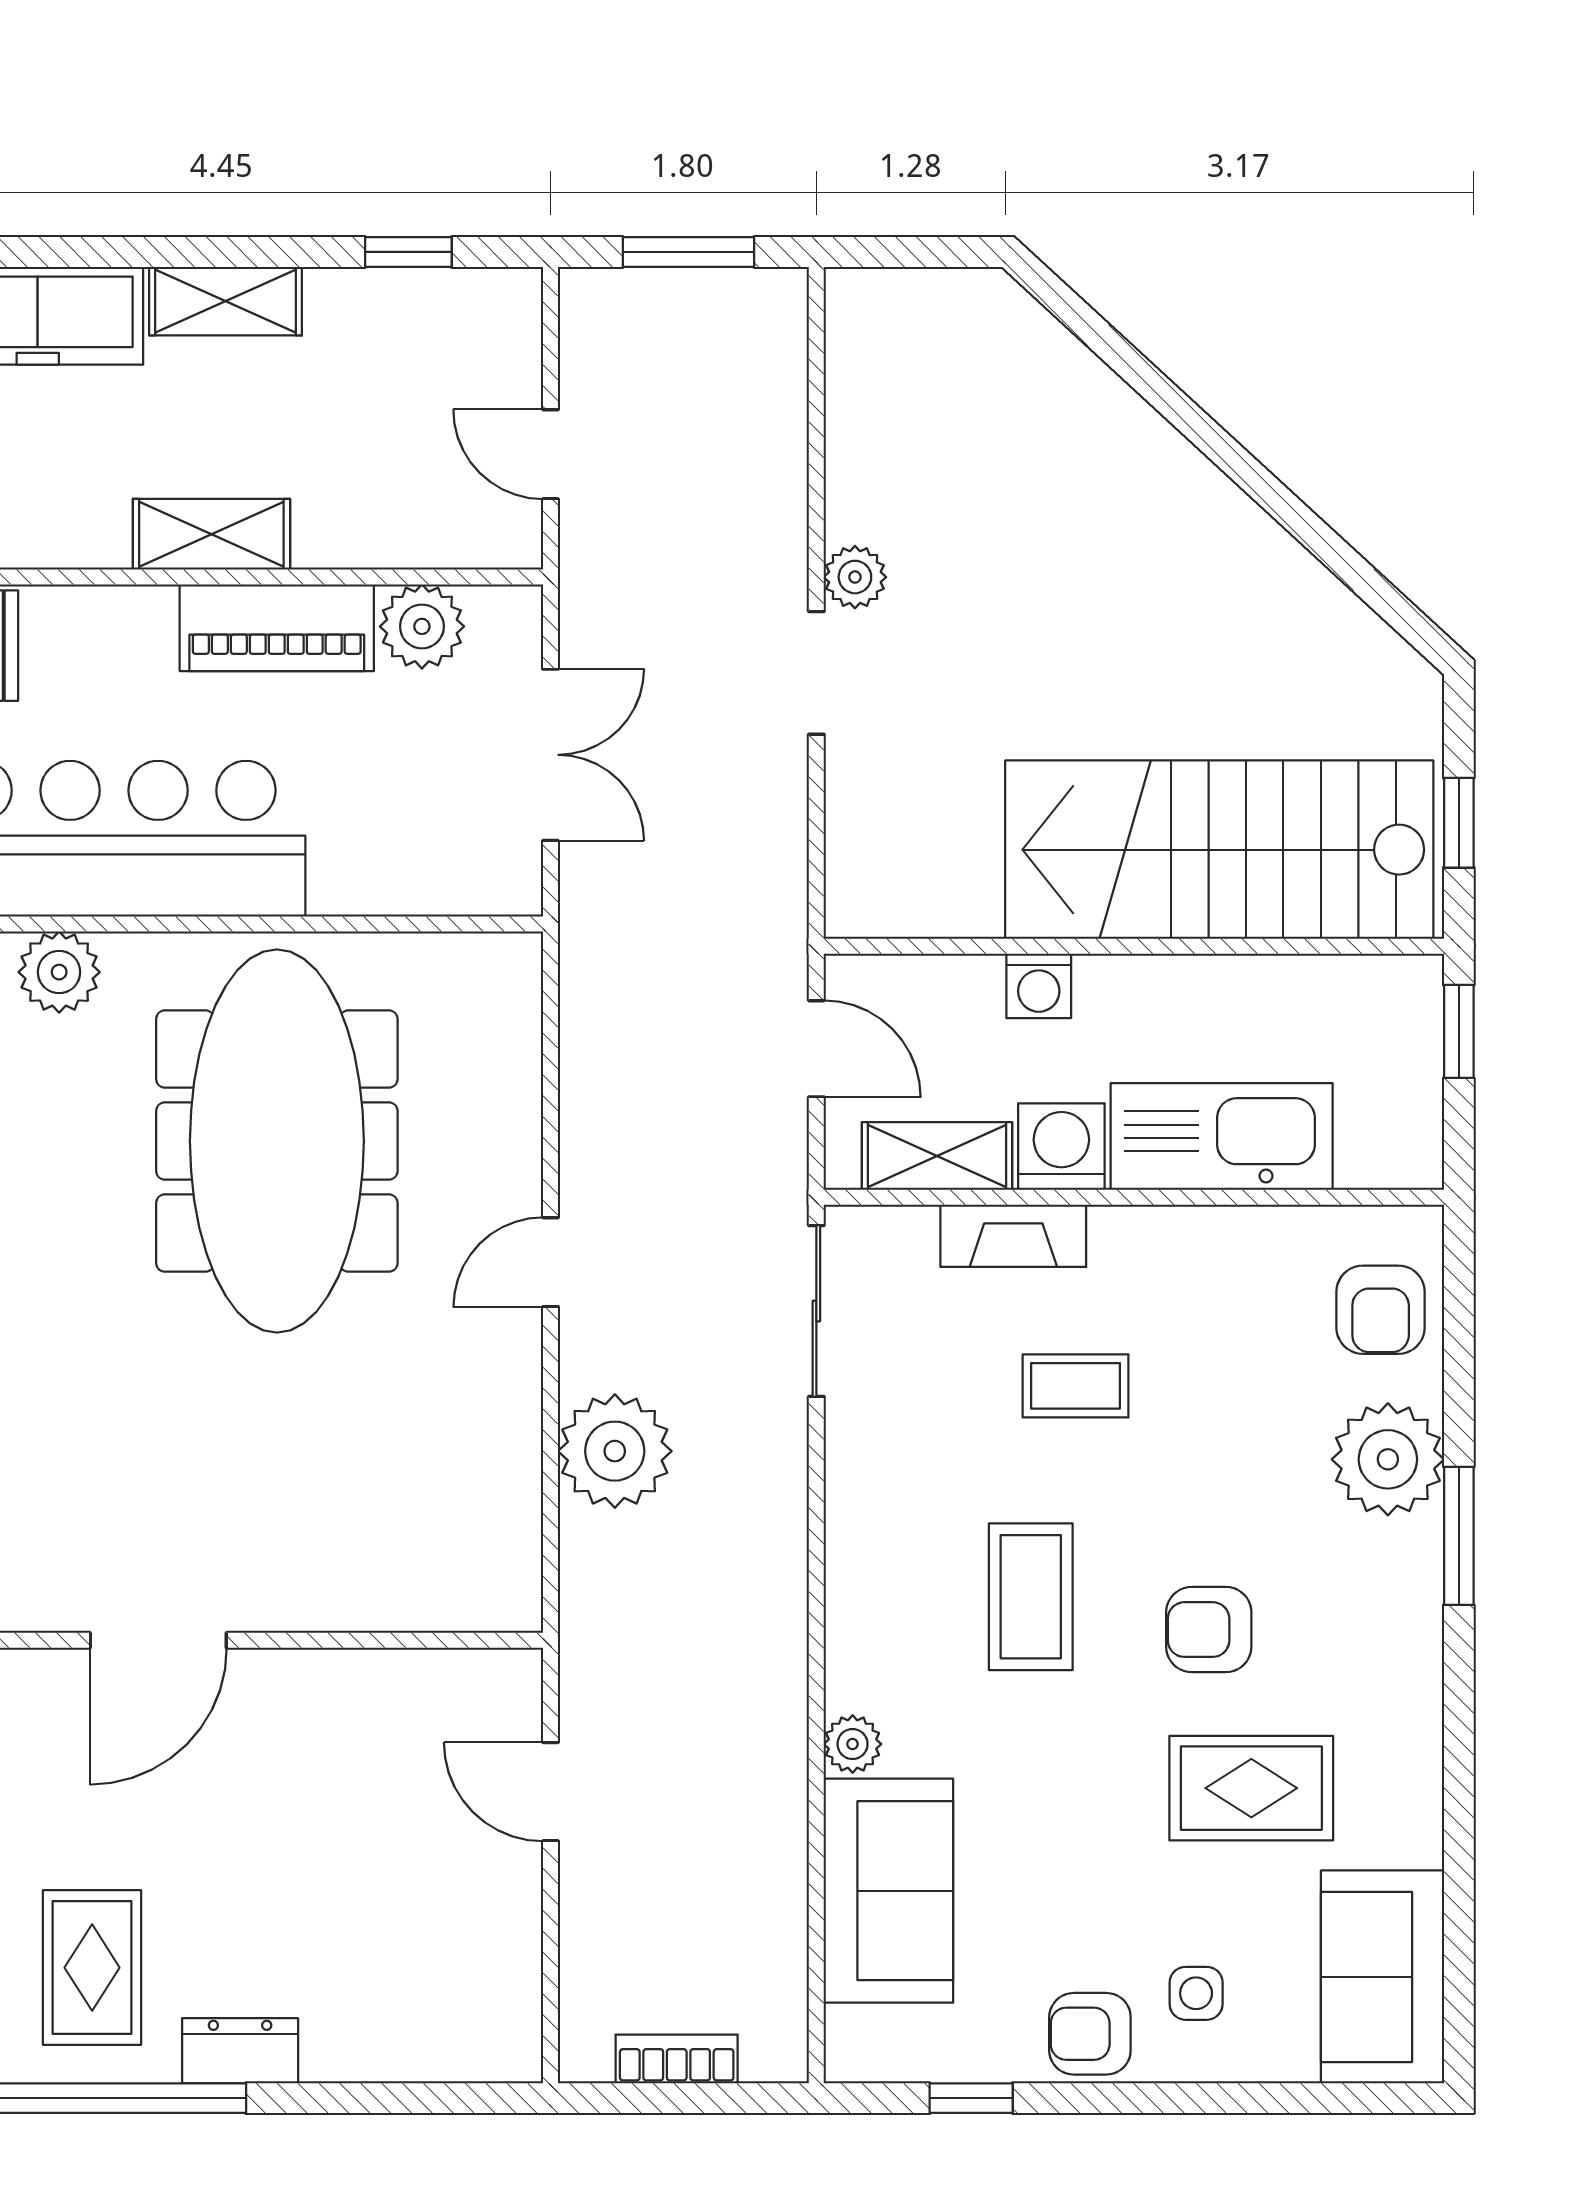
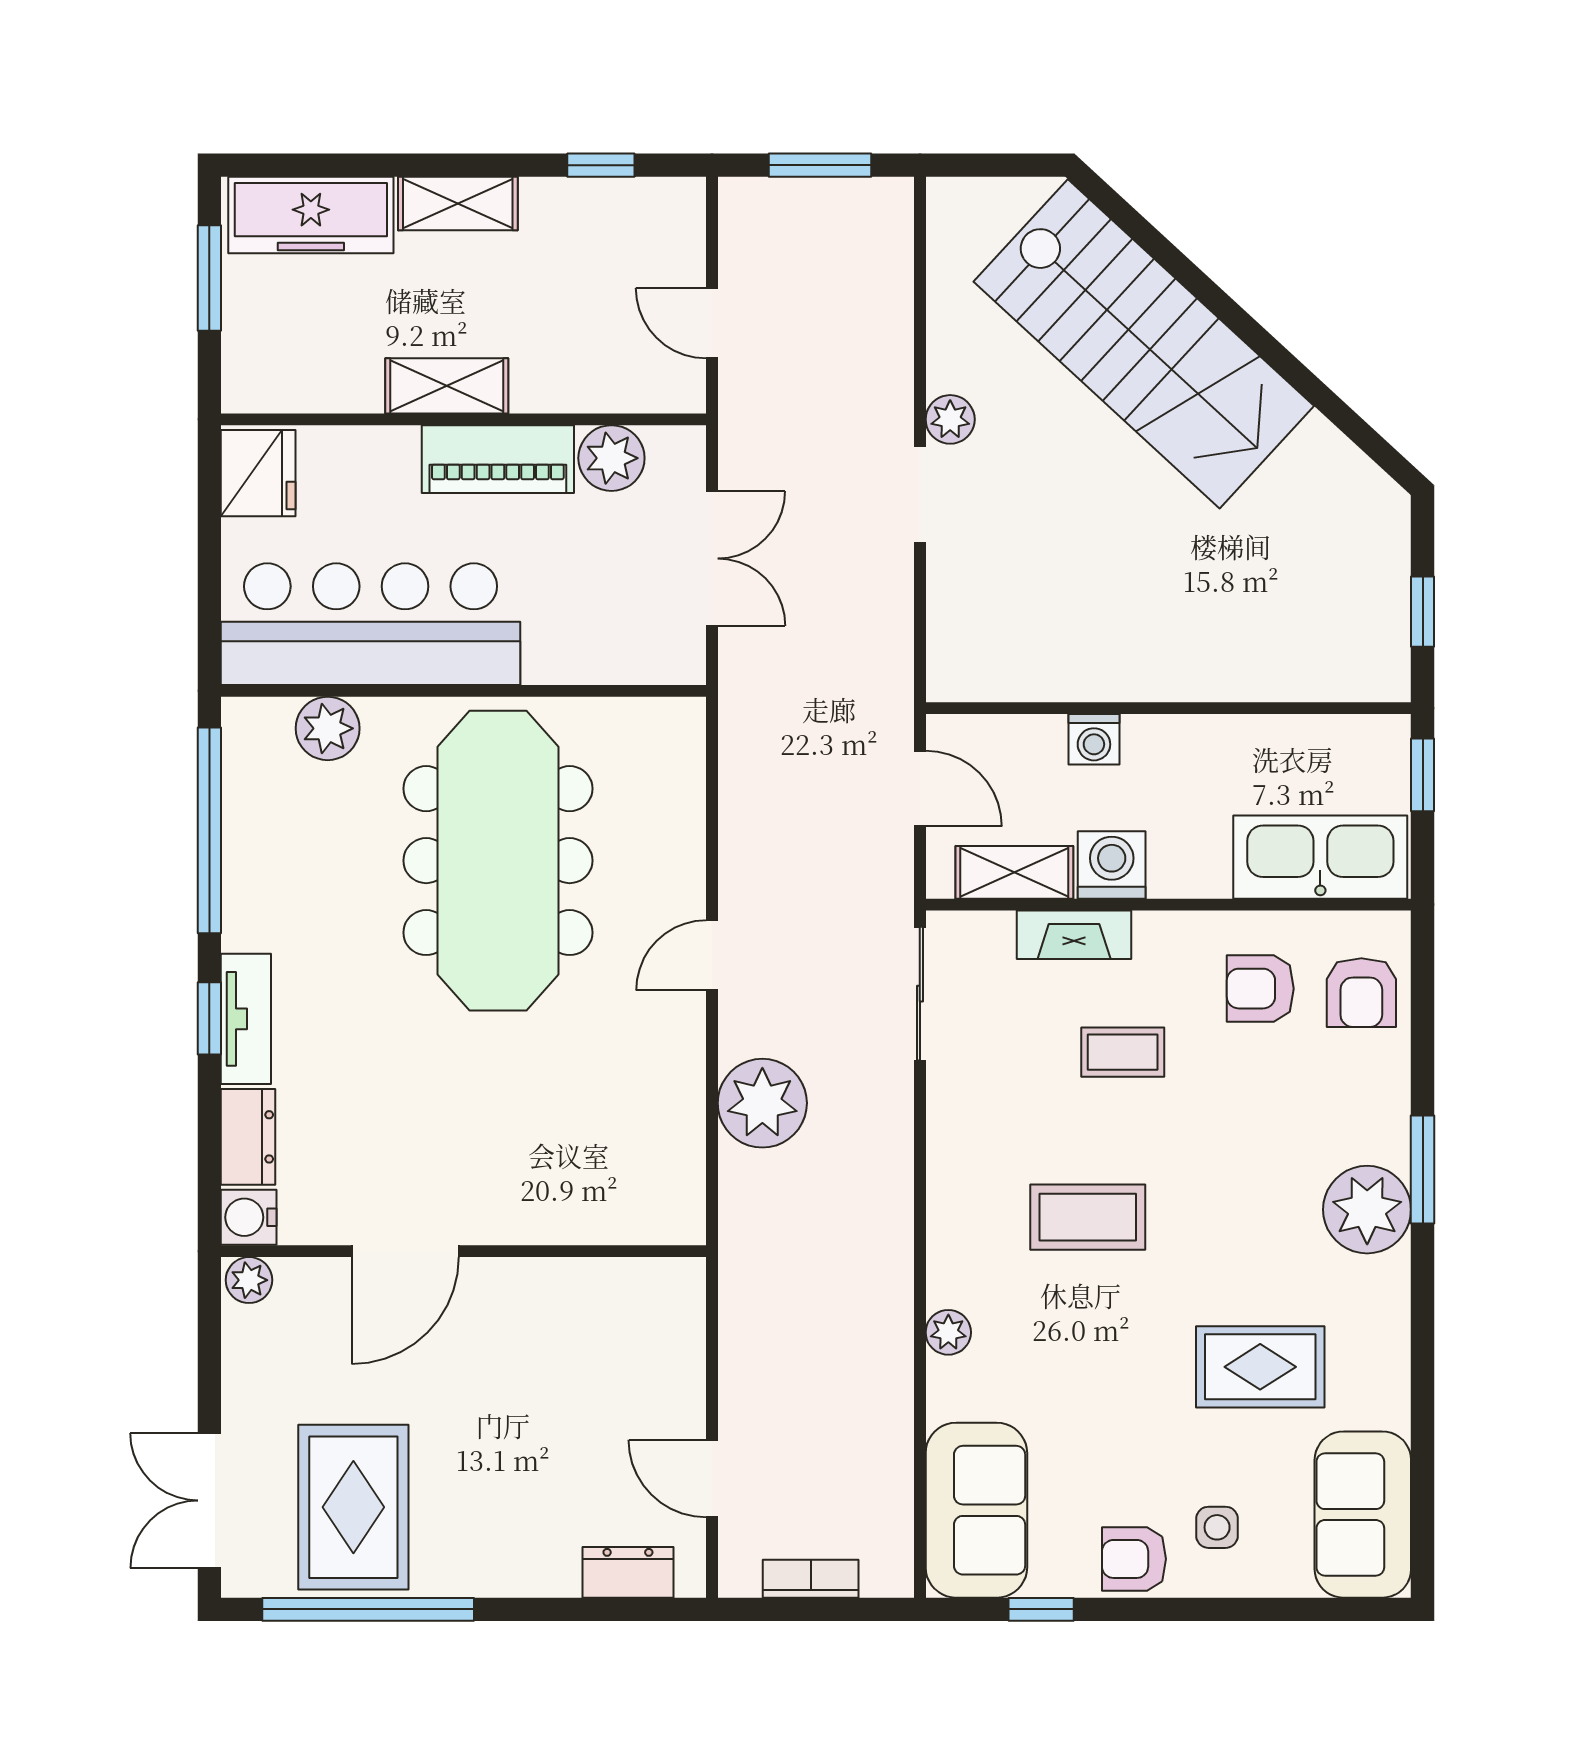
stairs: (1219, 850) -> (1144, 344), moved, turned -137
kitchen sink: (1222, 1137) -> (1320, 857), moved
plant: (1388, 1459) -> (1367, 1210), moved
coffee table: (1031, 1597) -> (1088, 1217), turned 90
armchair: (1209, 1630) -> (1260, 989), moved
door: (550, 1792) -> (712, 1479), moved
sofa: (888, 1891) -> (976, 1510), moved
rug: (92, 1968) -> (353, 1507), width x1.36, depth x1.43
dresser: (240, 2051) -> (628, 1572), moved

